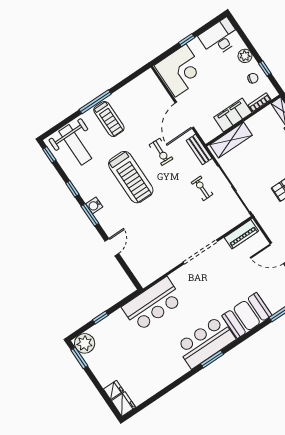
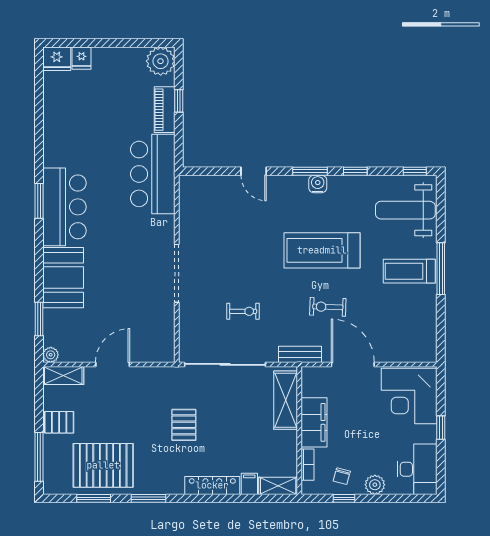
exercise bike: (202, 188) -> (243, 311), moved
piano: (241, 234) -> (165, 110), moved
window: (79, 358) -> (147, 43), removed

